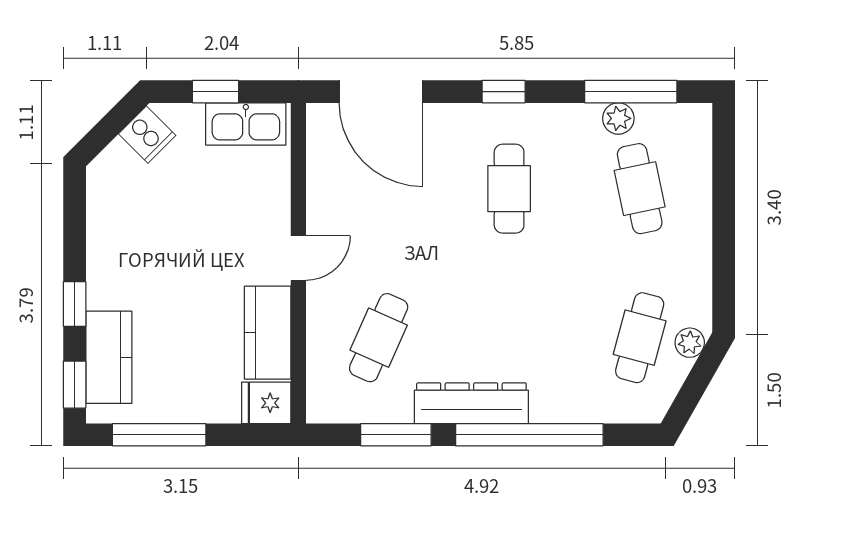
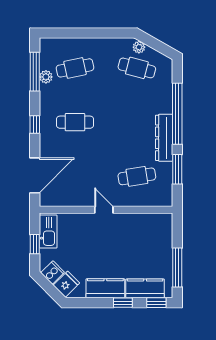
kitchen counter: (268, 333) -> (105, 288), moved, turned 180
cafe table: (379, 338) -> (137, 176), turned -33
fridge: (266, 403) -> (66, 284), moved, turned -135

